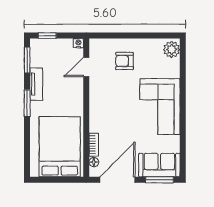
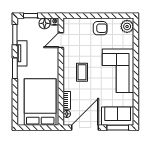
floor lamp: (65, 46) -> (45, 23), added
armchair: (124, 61) -> (100, 28), moved, turned 180
coffee table: (113, 108) -> (82, 72), added

